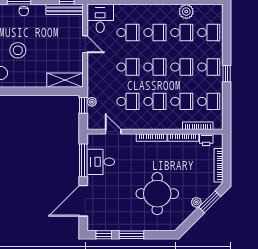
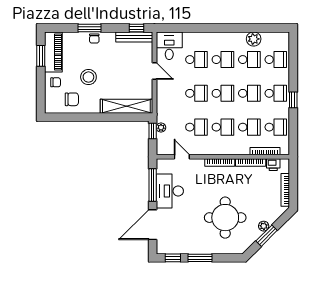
shelving: (65, 80) -> (126, 106), width x1.47
desk: (101, 162) -> (170, 191), width x1.37
window: (210, 202) -> (267, 236), moved

